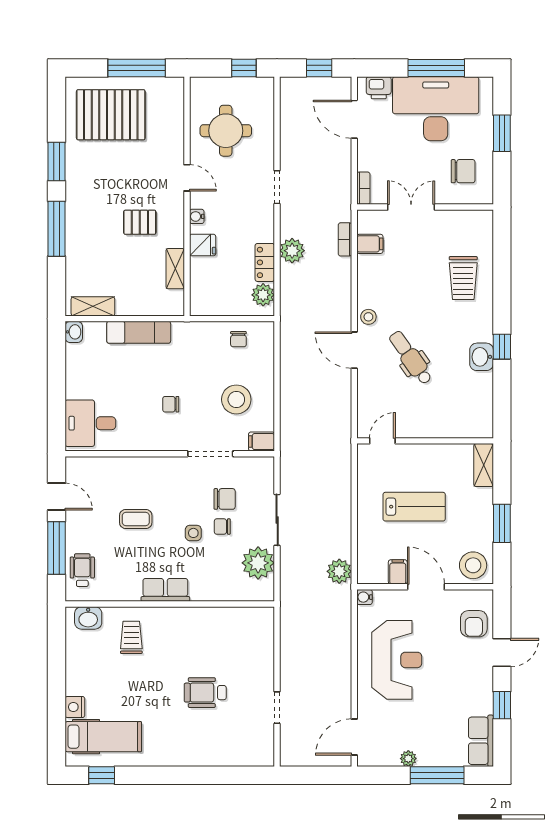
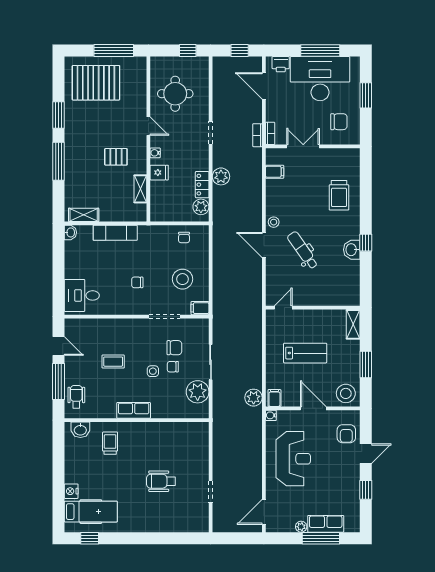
bookcase: (345, 239) -> (257, 135), moved
filing cabinet: (398, 572) -> (274, 398), moved
row of seats: (481, 741) -> (326, 524), moved, turned 90

